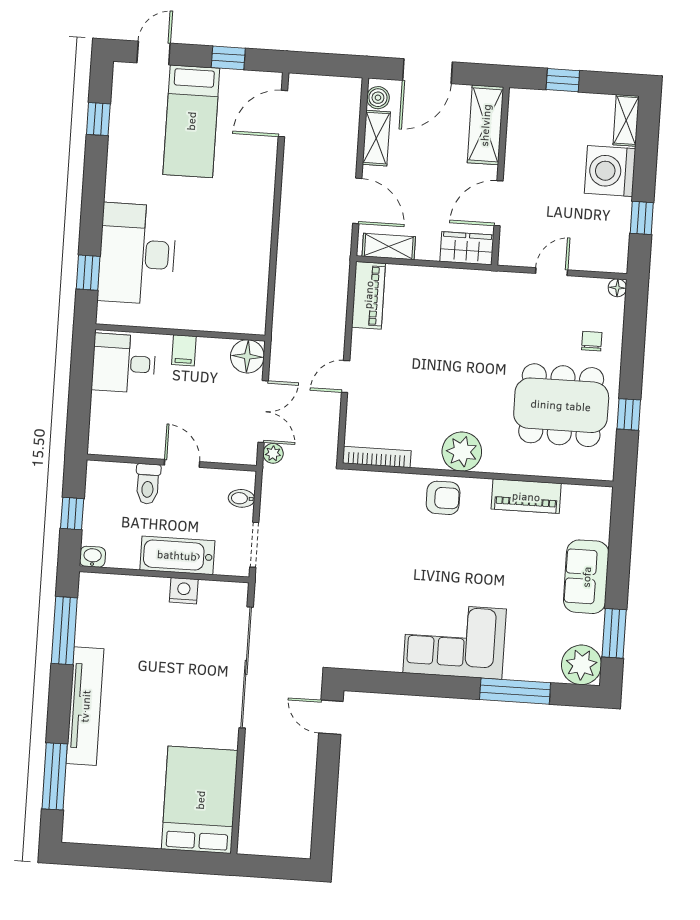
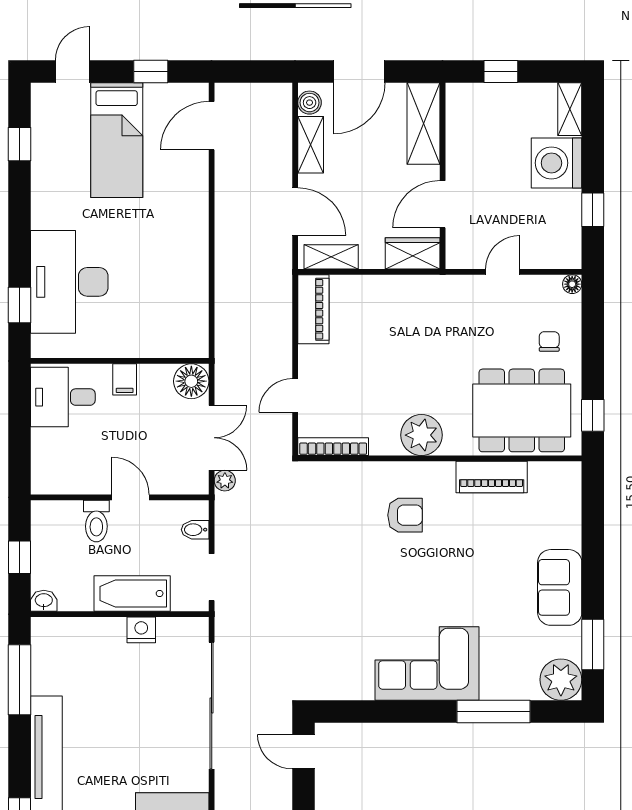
plant: (462, 452) -> (421, 435), moved
bookcase: (377, 457) -> (333, 447), moved
wall: (478, 475) -> (440, 458), moved
piano: (526, 496) -> (492, 477), moved

